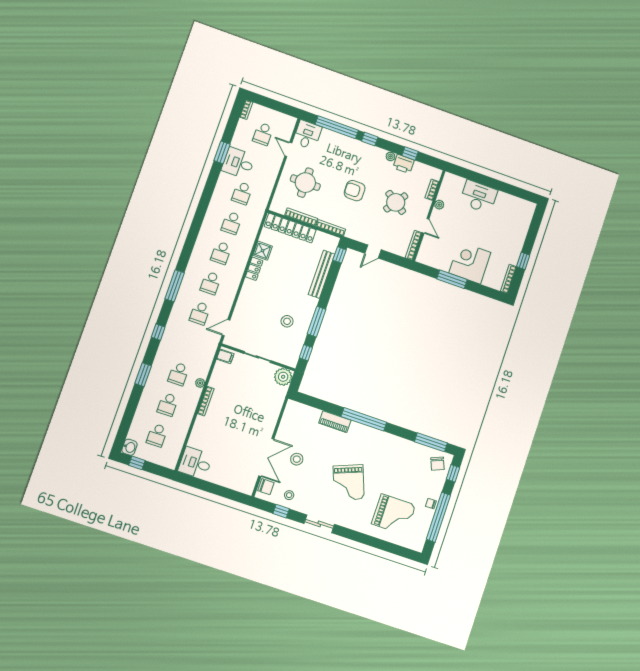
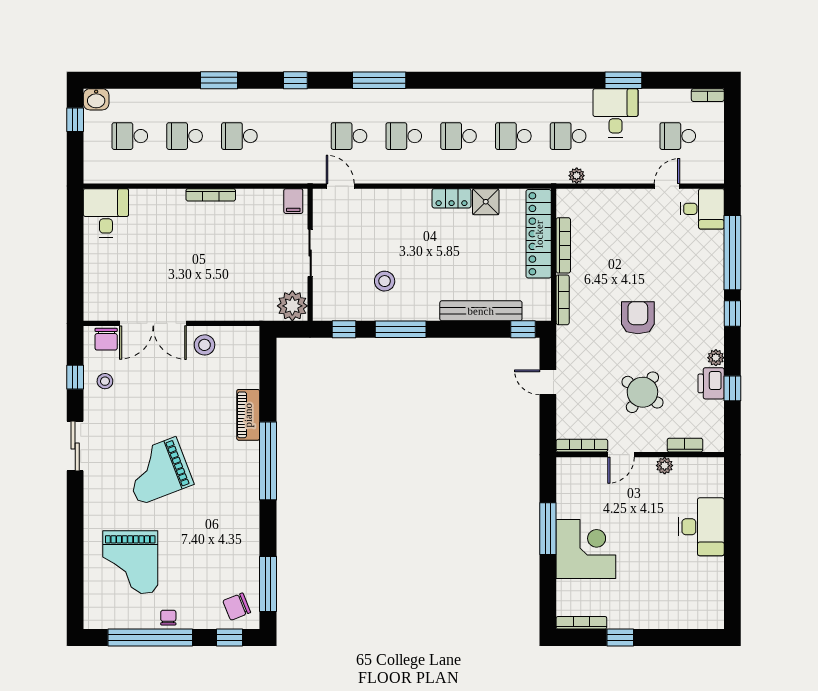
round table: (305, 183) -> (622, 233), removed
plant: (200, 383) -> (577, 176), moved
stool: (297, 459) -> (204, 345), moved

